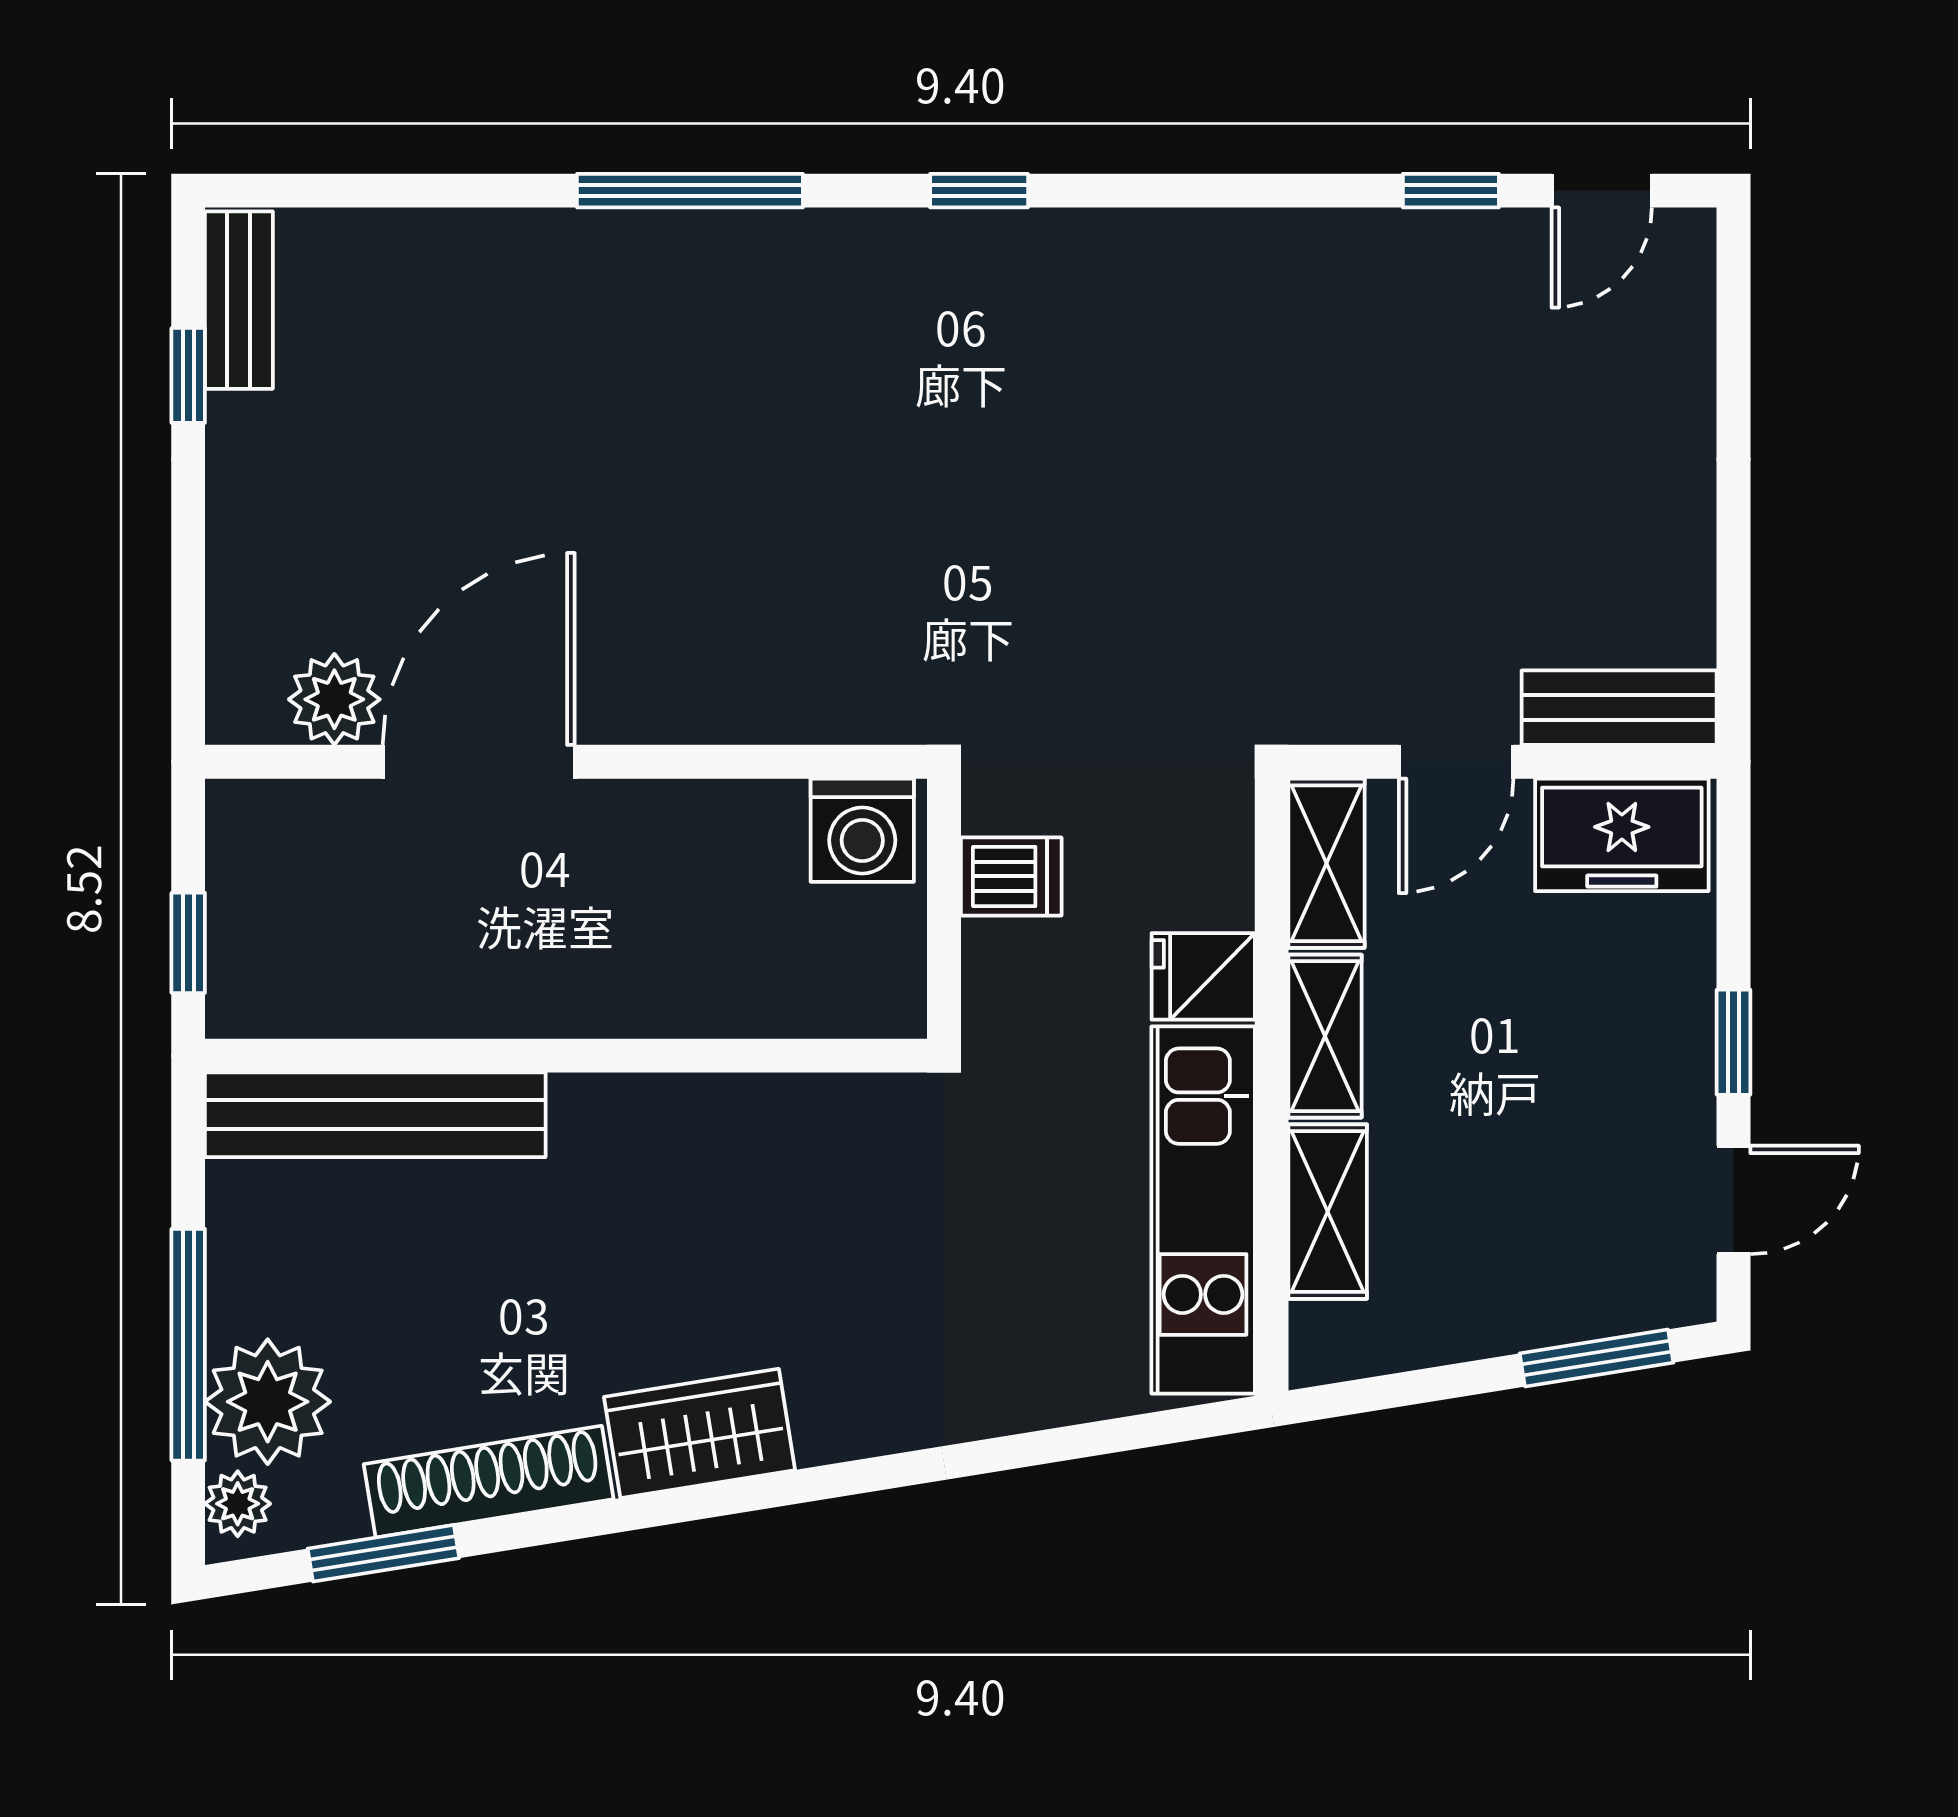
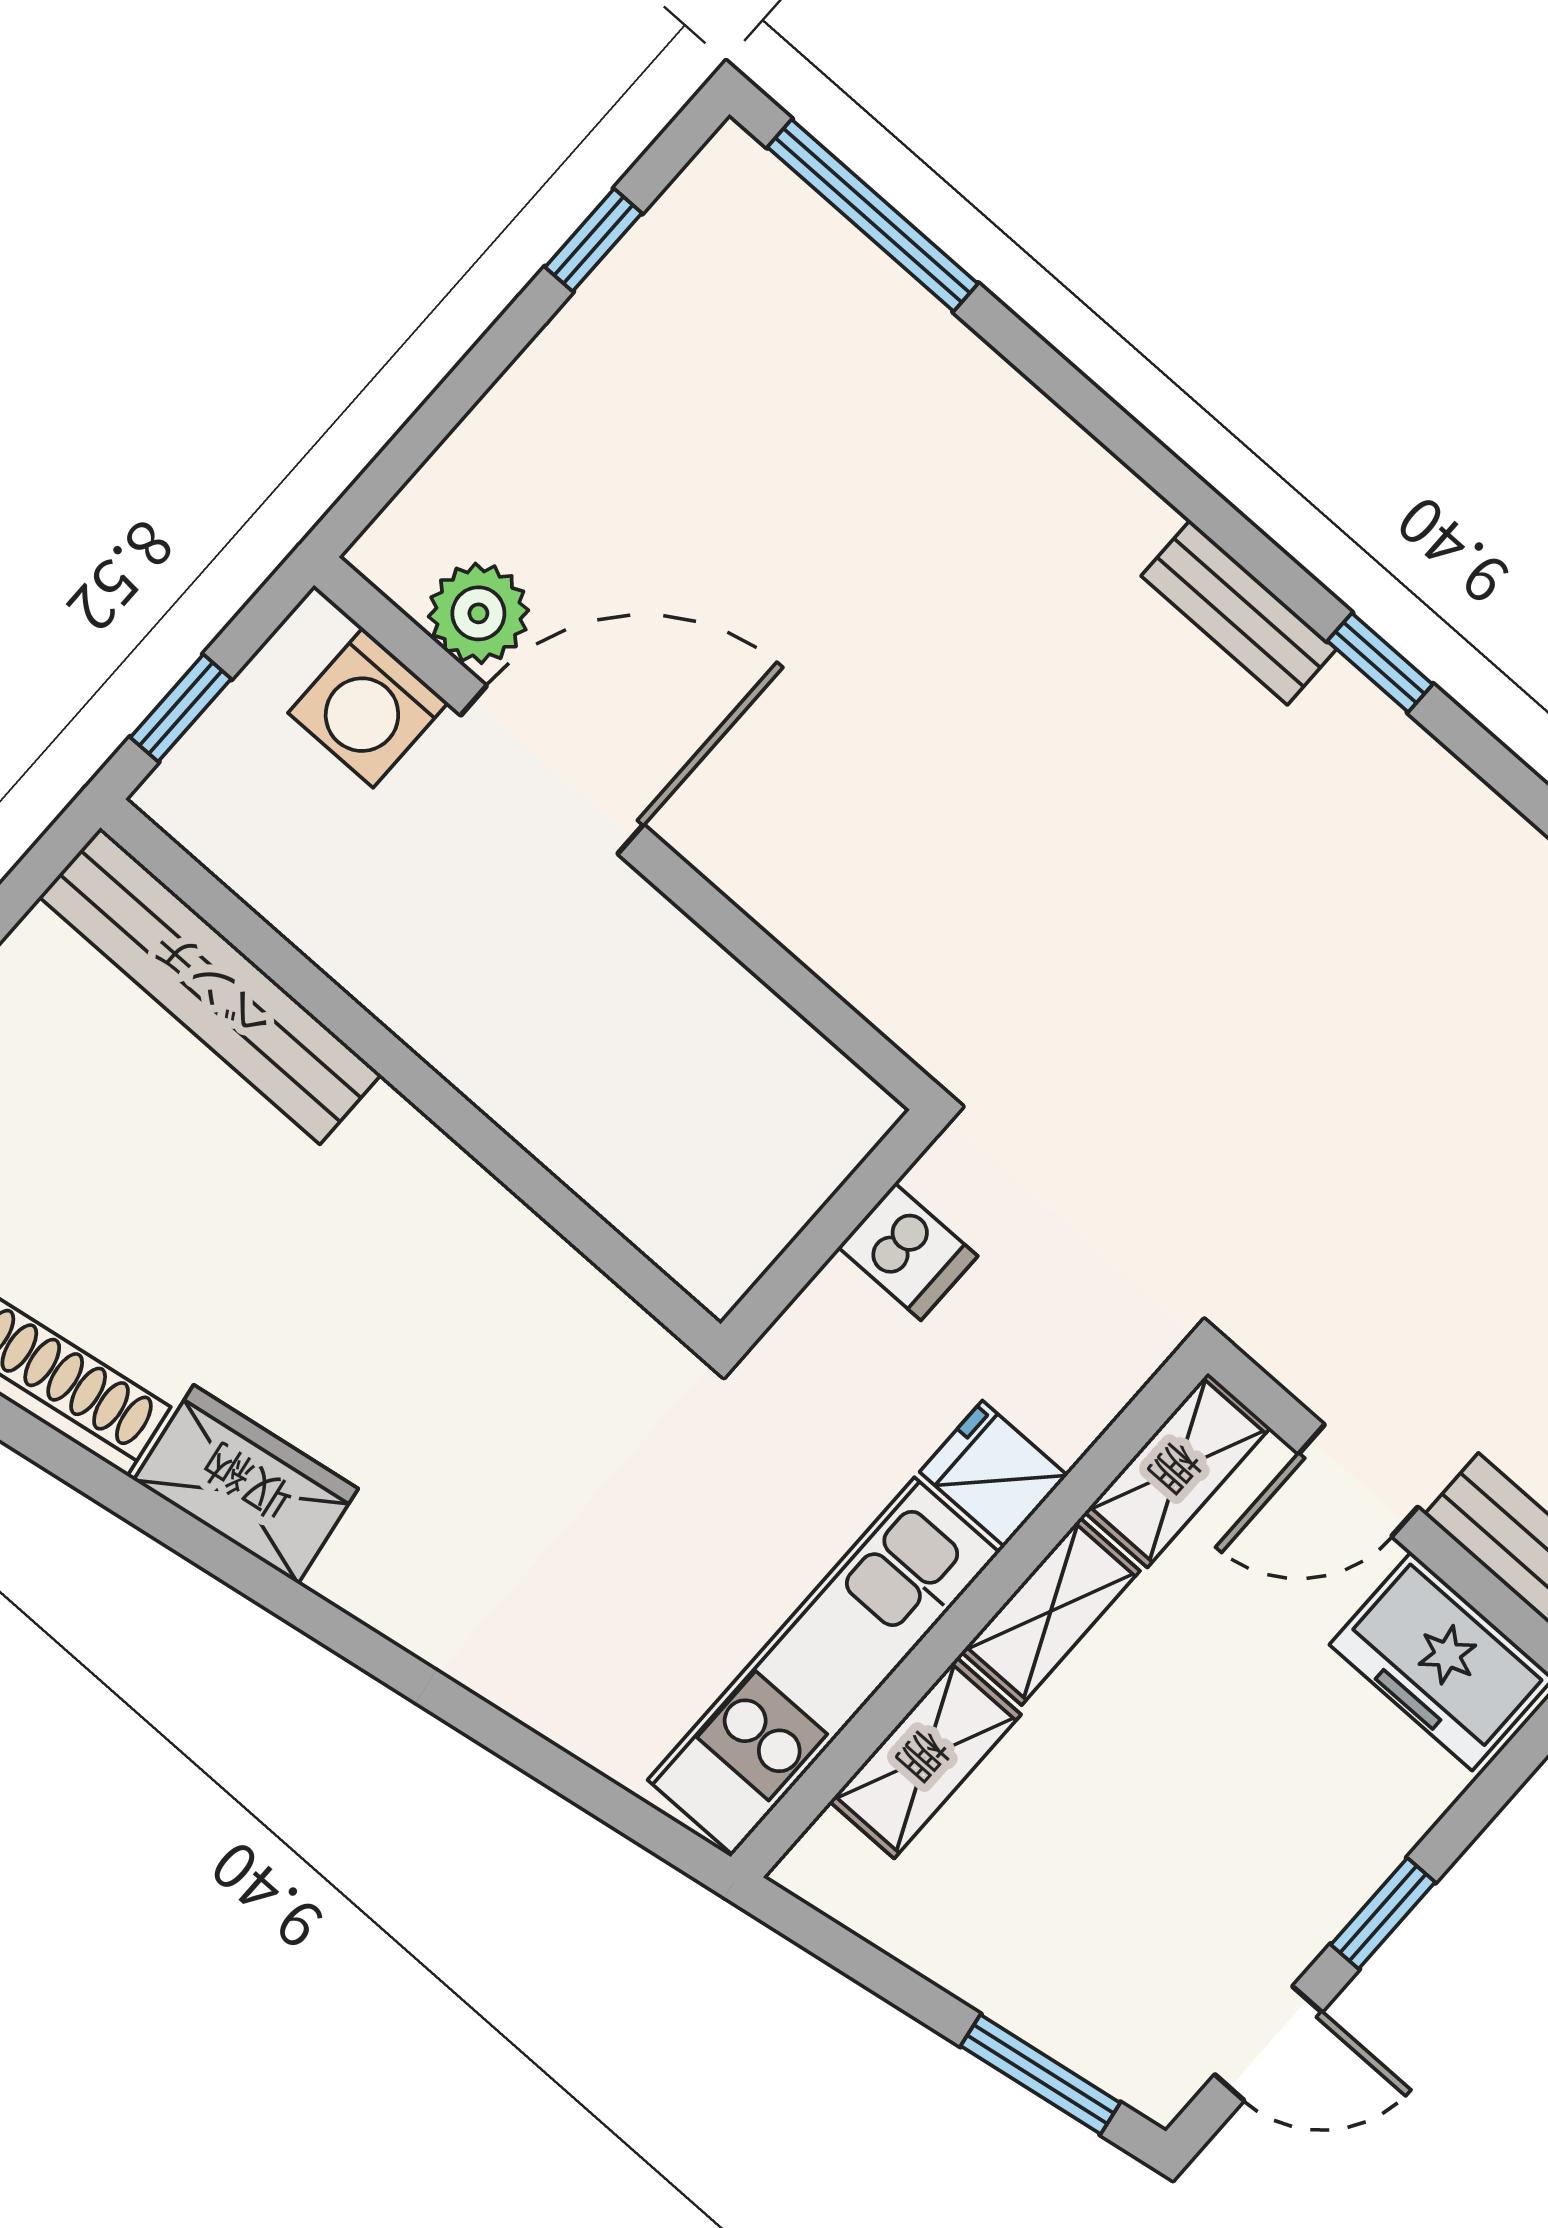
window: (690, 191) -> (873, 215), moved
bench: (239, 300) -> (1239, 613), moved, turned 90
washing machine: (862, 830) -> (368, 708), moved

